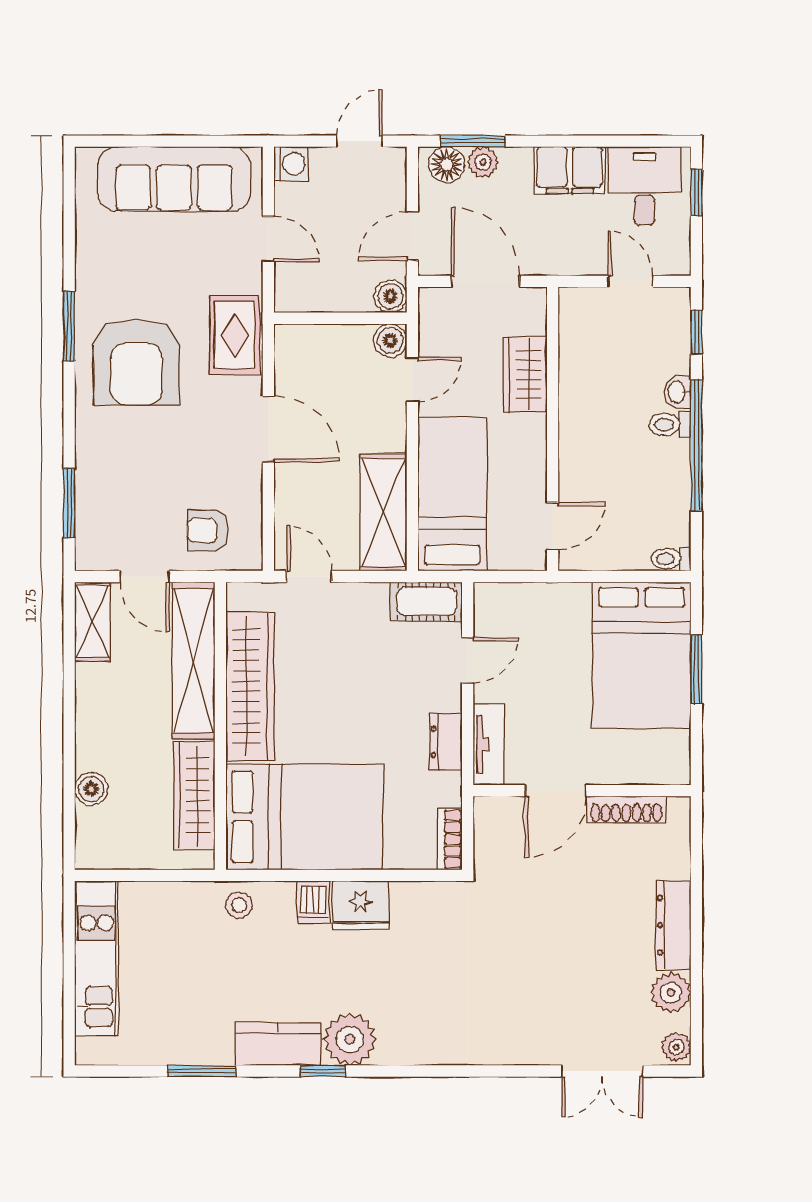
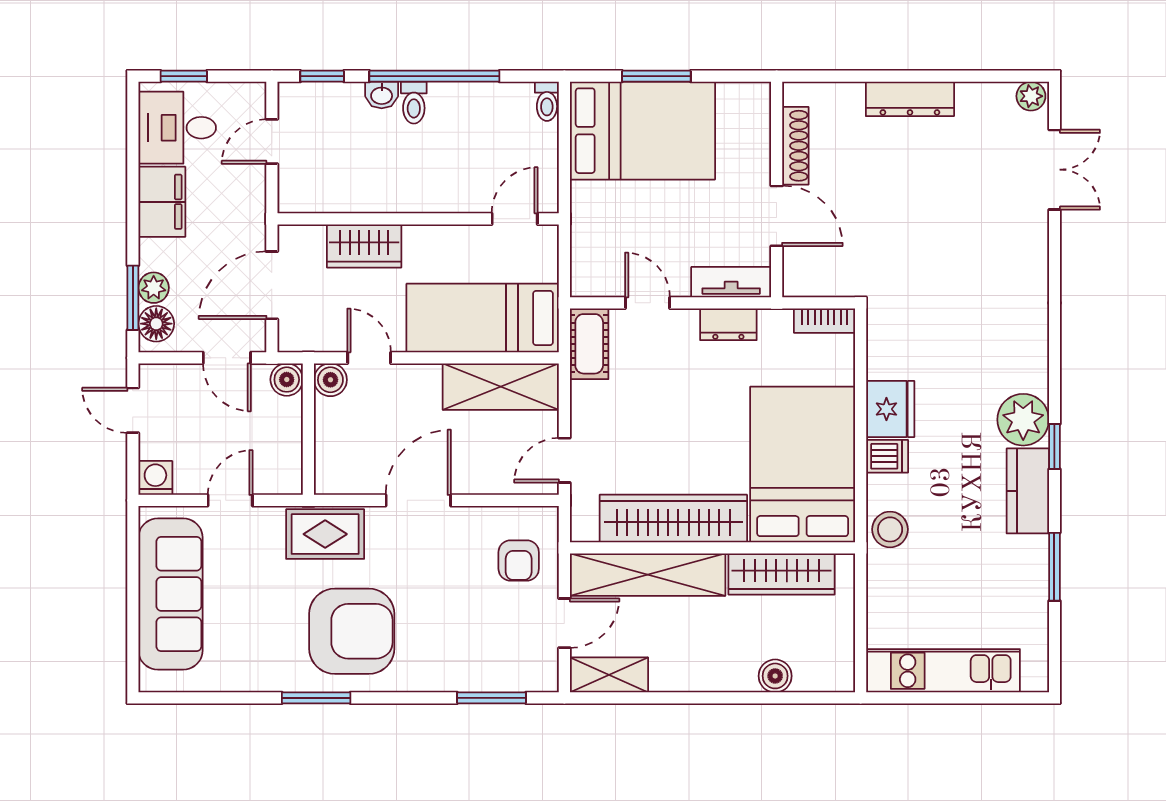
door: (553, 526) -> (515, 219), hinge flipped
stool: (239, 905) -> (890, 529), width x1.37, depth x1.37
plant: (671, 993) -> (977, 102), removed

